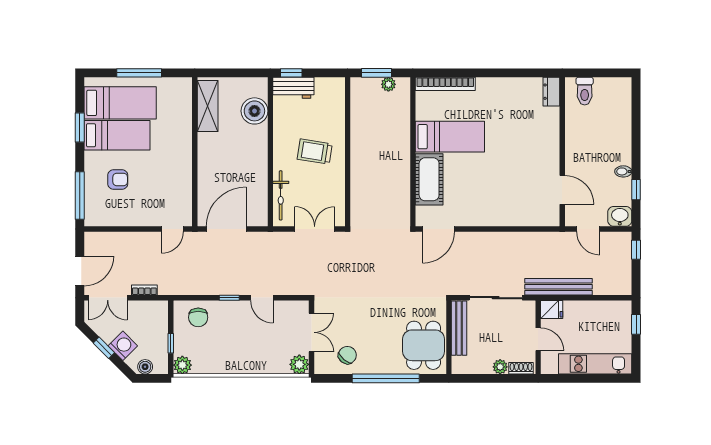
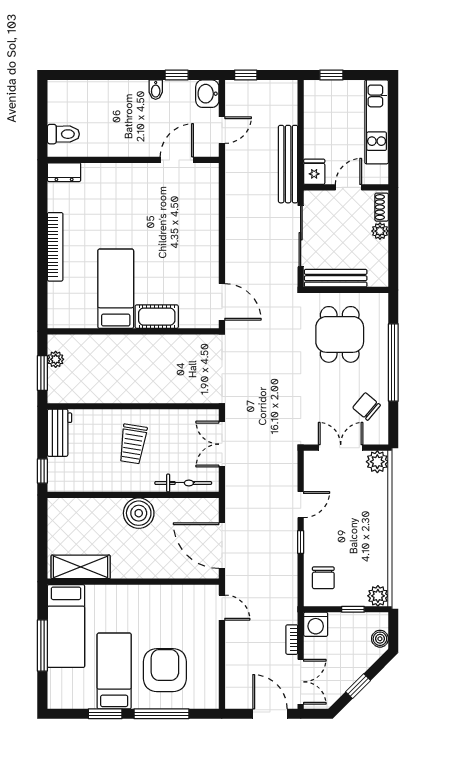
bookcase: (445, 84) -> (55, 247), moved
workbench: (293, 88) -> (60, 433), moved
bed: (120, 103) -> (66, 626), moved, turned 180
boiler: (254, 111) -> (139, 513), moved
armchair: (118, 179) -> (165, 670), width x1.88, depth x1.88
cot: (429, 179) -> (157, 317), width x0.73, depth x0.75
window: (80, 196) -> (161, 714), moved
chair: (198, 317) -> (323, 578), turned 90
dining table: (424, 345) -> (340, 334), moved, turned 90
washing machine: (123, 346) -> (316, 624), moved, turned -135

